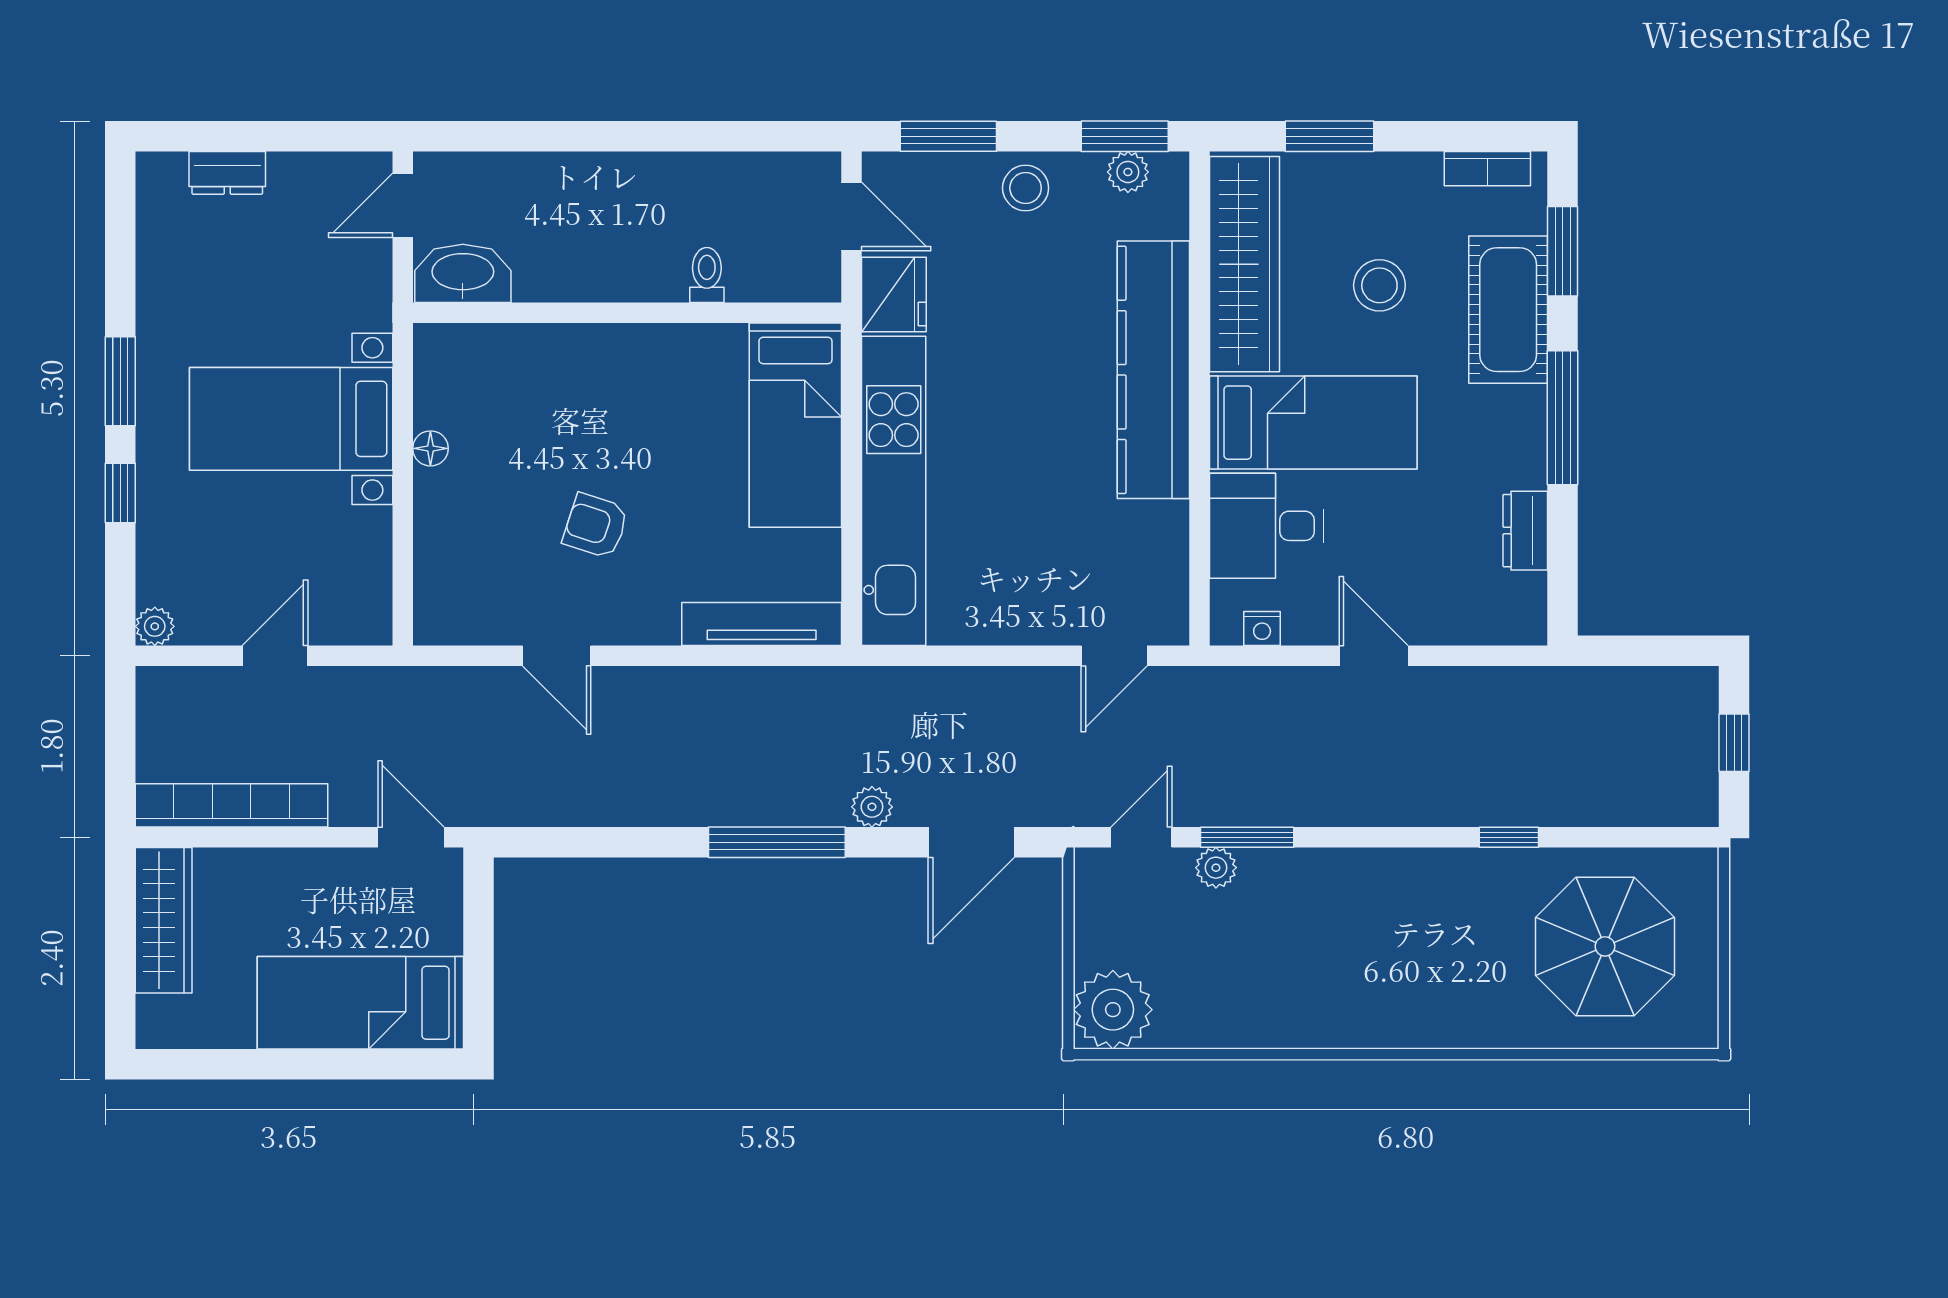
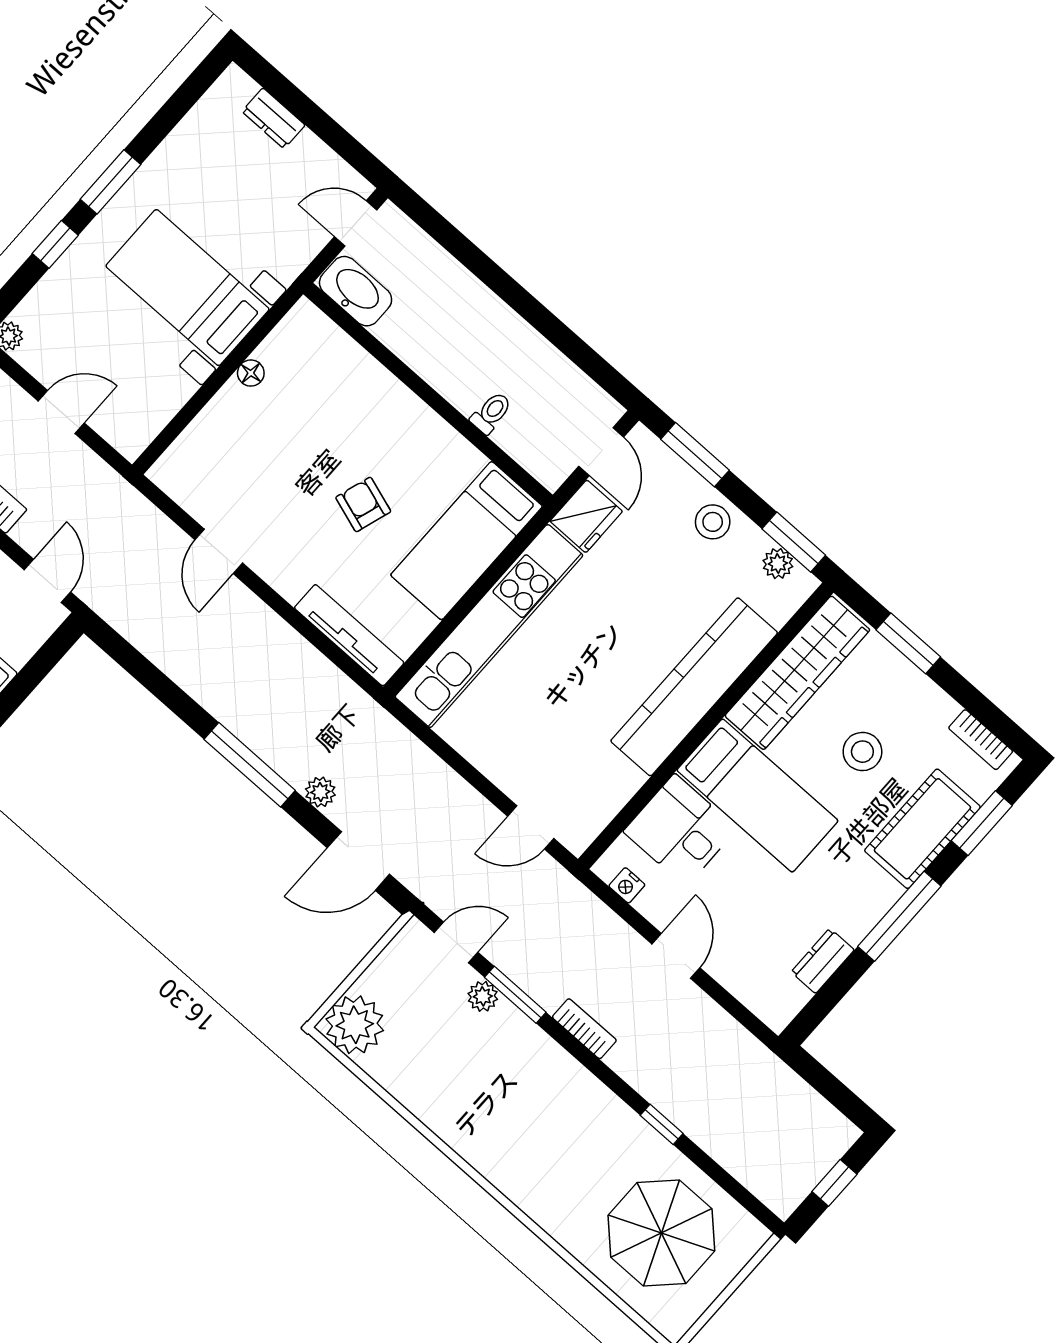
armchair: (596, 526) -> (363, 504), moved
bookcase: (1347, 810) -> (584, 1029), added

